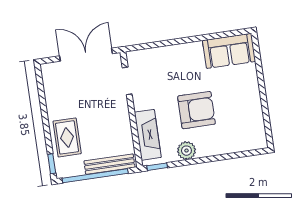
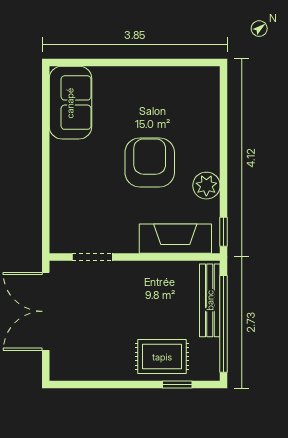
window: (52, 164) -> (177, 384), moved

